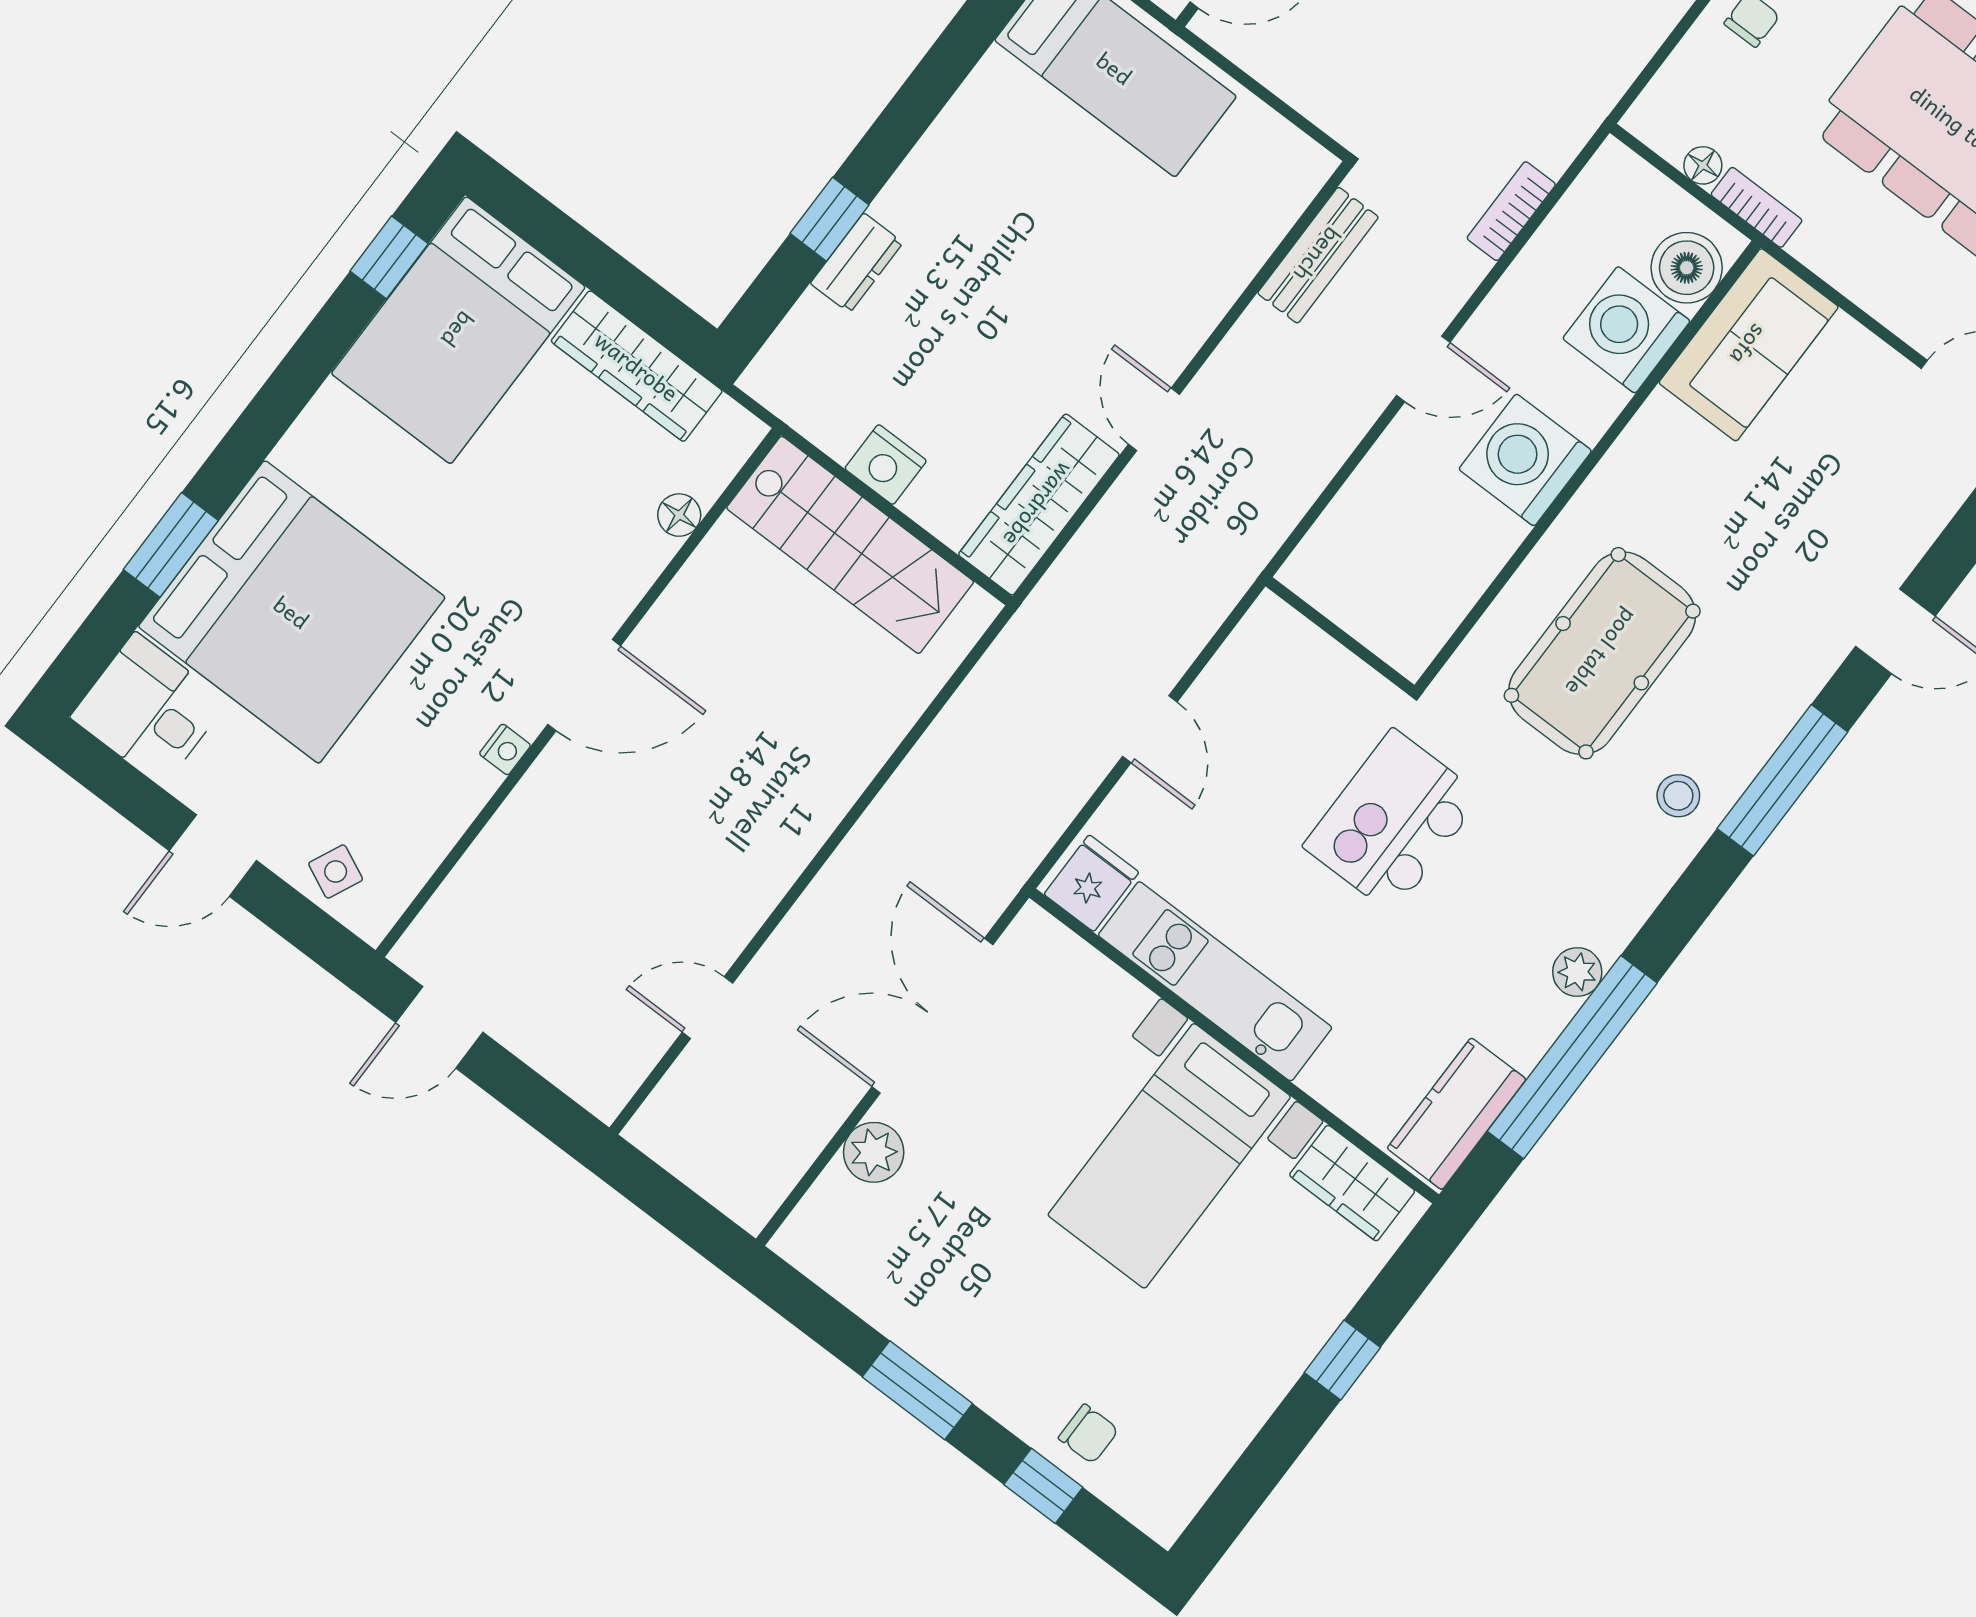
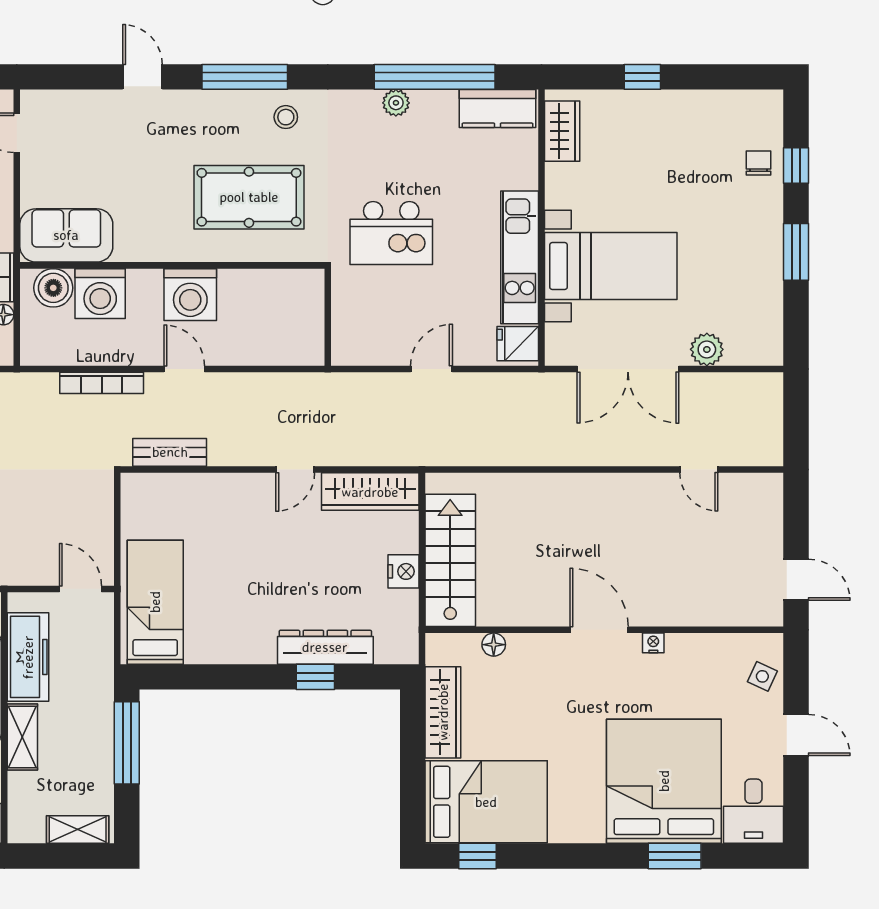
bookcase: (1511, 211) -> (102, 383), width x1.56
dresser: (857, 263) -> (325, 647), width x1.96, depth x1.24
bed with nightstands: (1169, 1156) -> (611, 266), moved

